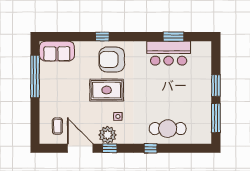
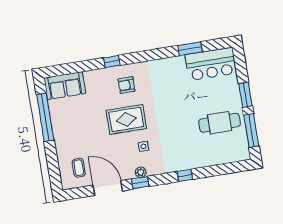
bar counter: (169, 53) -> (211, 64), moved
armchair: (112, 60) -> (126, 85), width x0.53, depth x0.53
cafe table: (168, 129) -> (220, 123), moved
plant: (108, 135) -> (141, 172), width x0.53, depth x0.53

